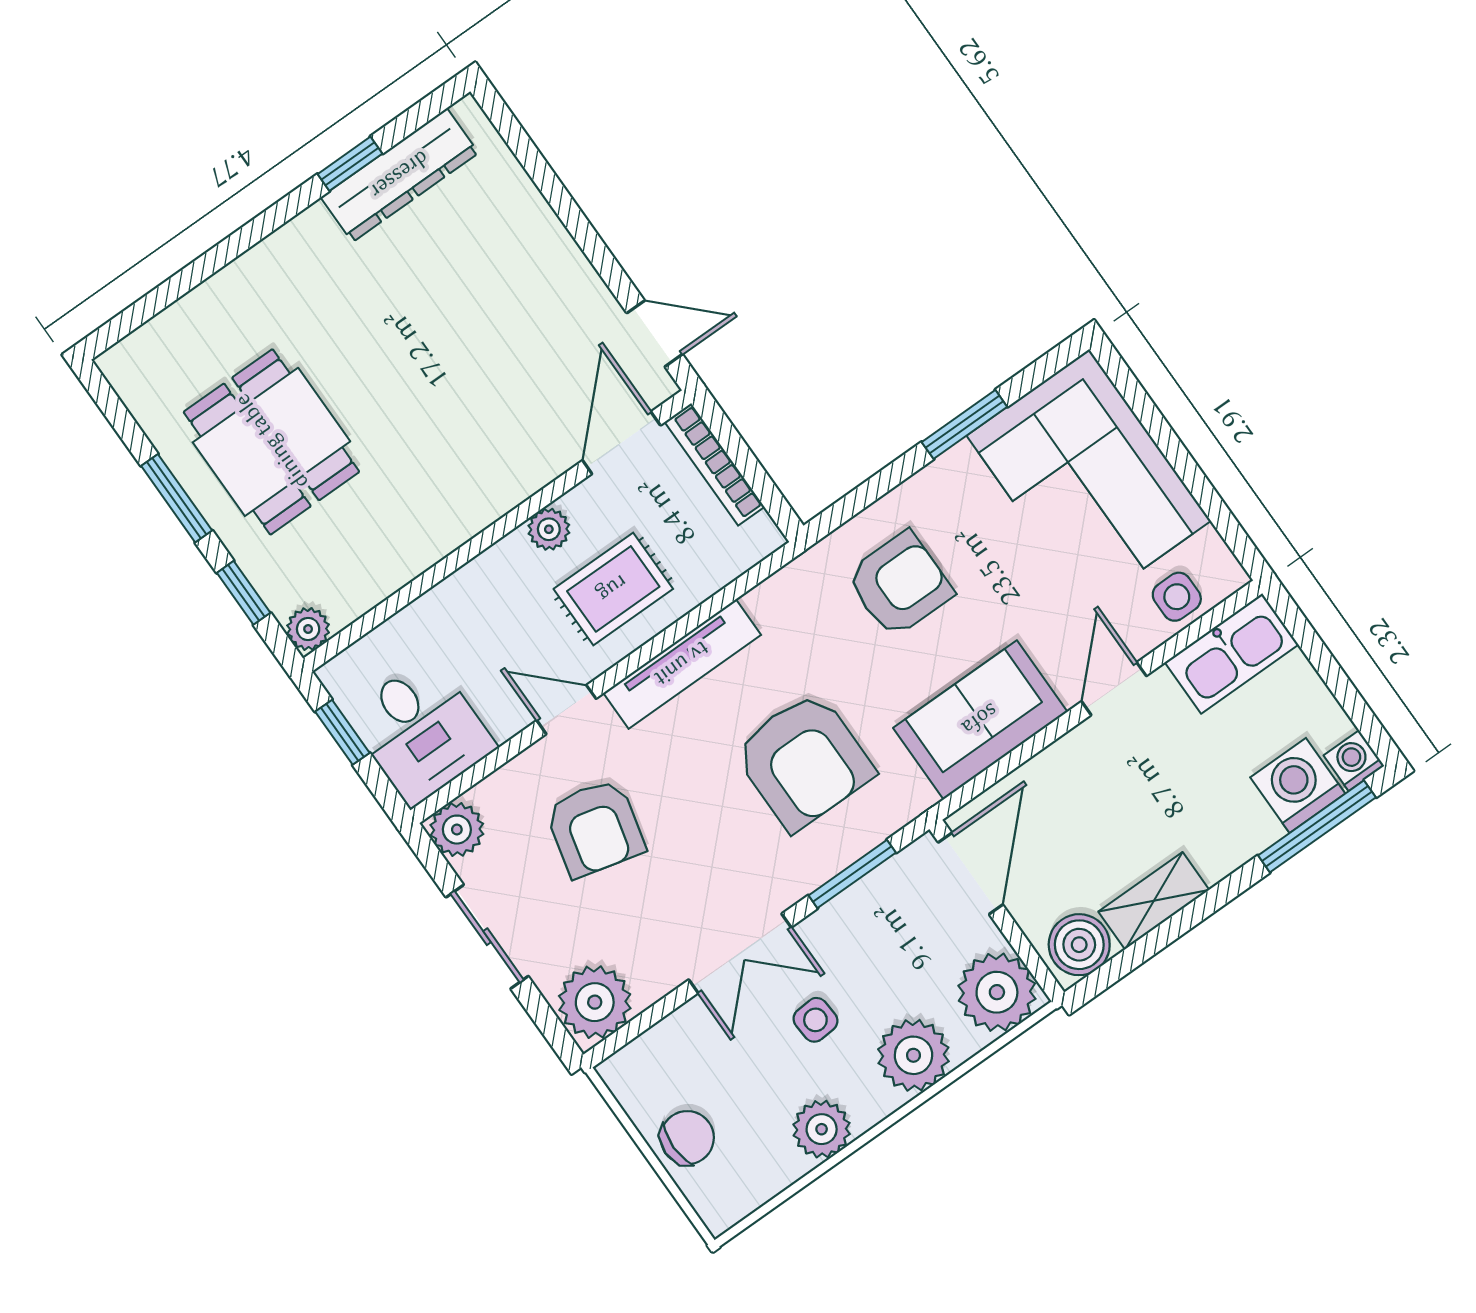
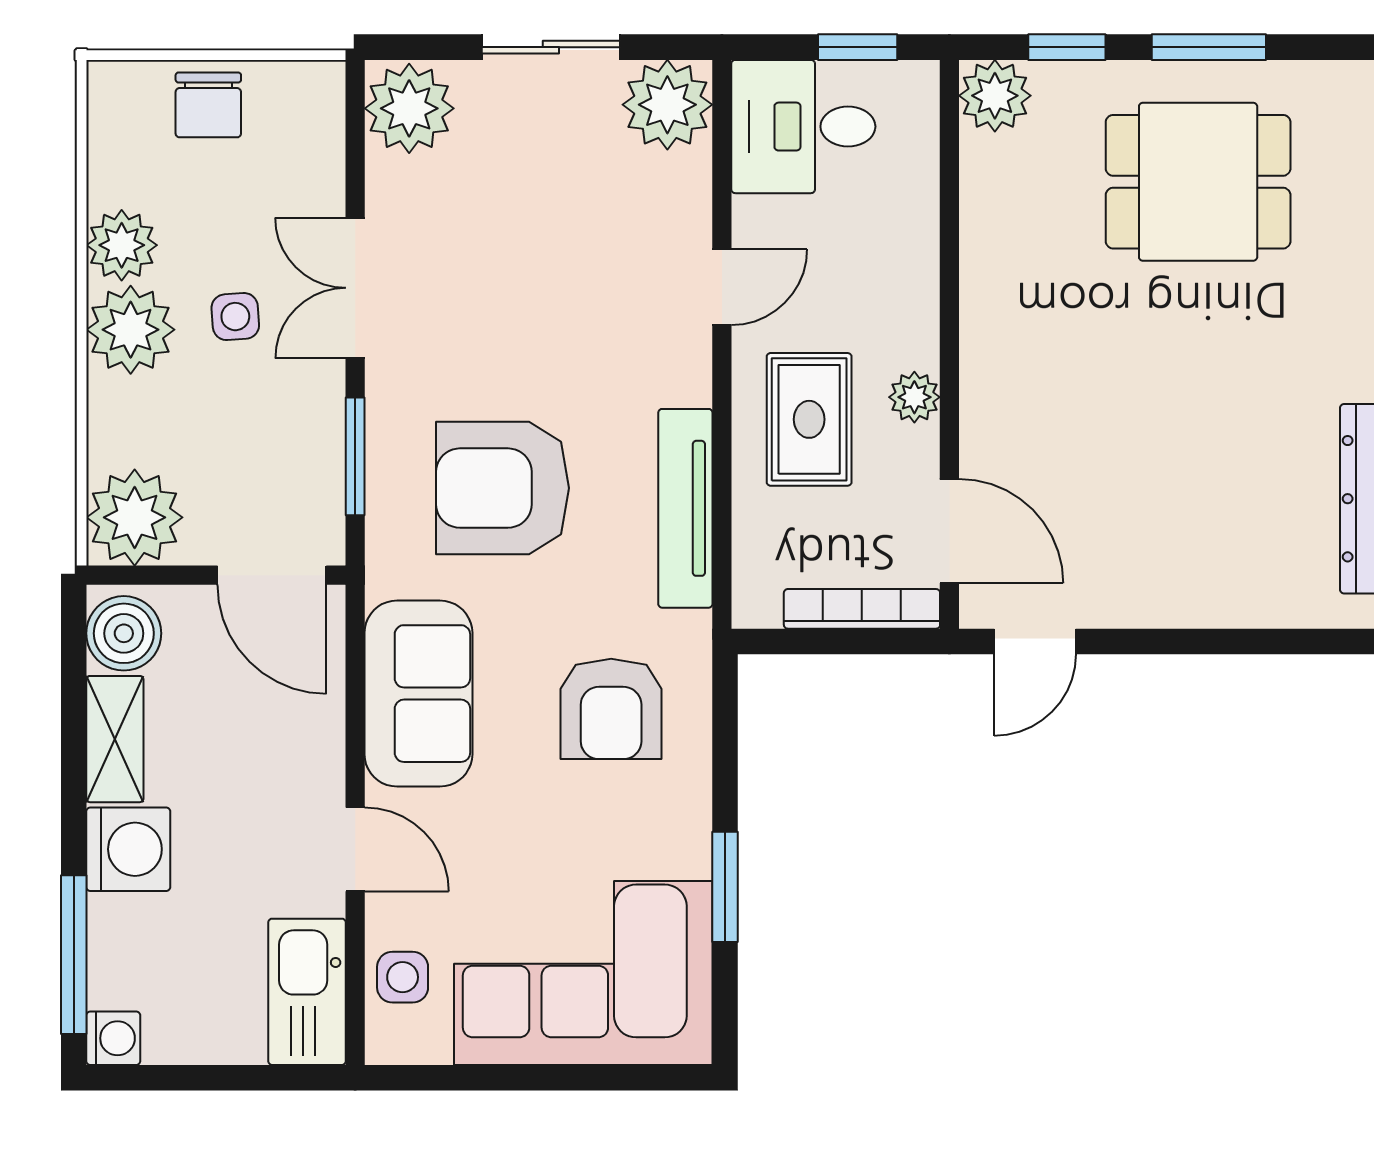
plant: (308, 629) -> (995, 96), width x1.38, depth x1.38
tv unit: (682, 664) -> (685, 508), moved
washing machine: (1298, 785) -> (128, 849), moved
armchair: (595, 828) -> (583, 232), removed
plant: (457, 830) -> (667, 105), width x1.36, depth x1.36
plant: (913, 1055) -> (131, 330), moved

